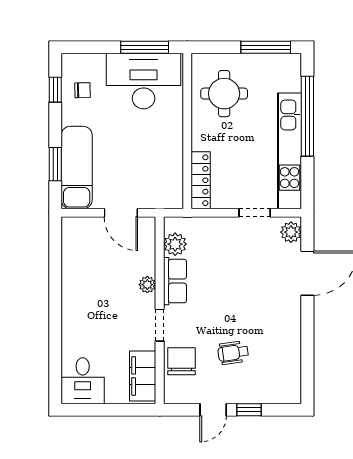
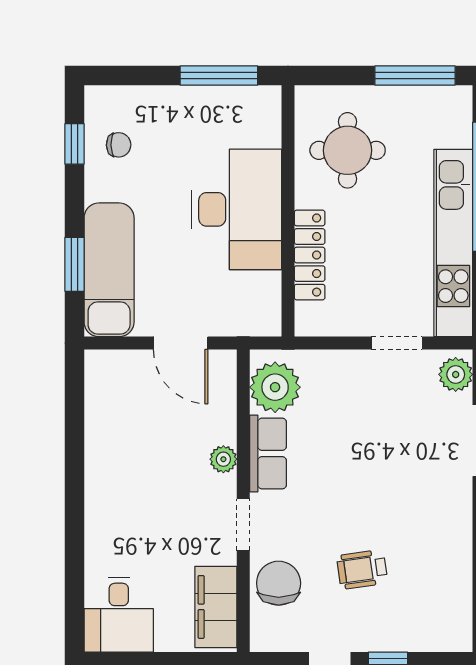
desk: (144, 81) -> (236, 209), moved, turned 90
locker: (201, 180) -> (310, 255), moved
plant: (175, 244) -> (275, 387), width x1.36, depth x1.36

